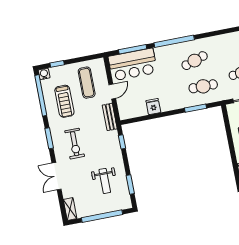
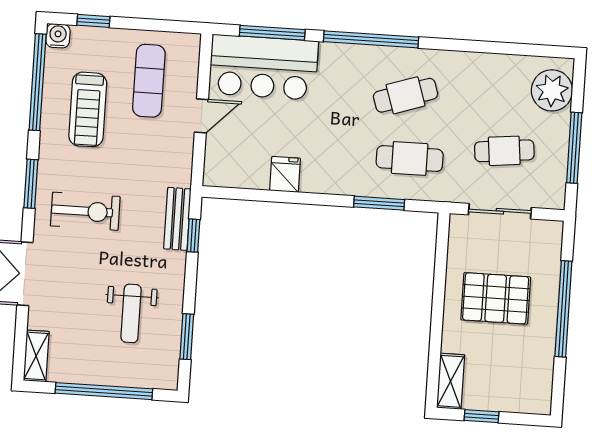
bench: (110, 117) -> (177, 219), moved
exercise bike: (75, 144) -> (85, 211), turned -90

